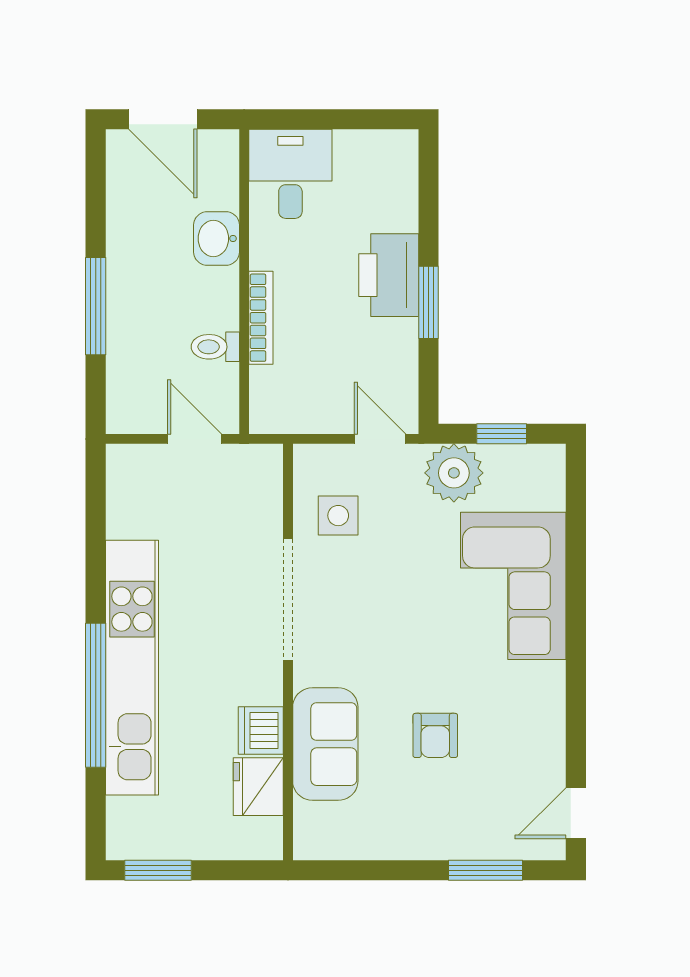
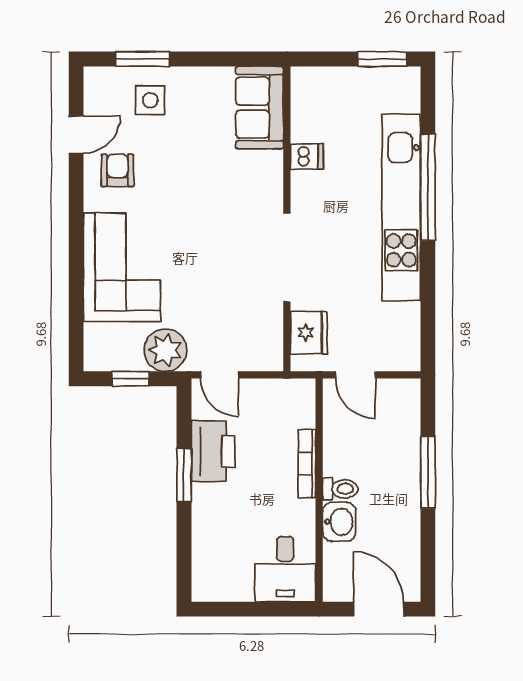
printer: (389, 275) -> (213, 451), moved
toilet: (215, 347) -> (340, 489), moved
side table: (338, 516) -> (150, 100), moved
dishwasher: (261, 731) -> (307, 157), width x0.73
armchair: (435, 735) -> (117, 170), moved
sofa: (325, 744) -> (260, 108), moved
fridge: (258, 787) -> (309, 332), moved
door: (576, 813) -> (76, 135), moved

